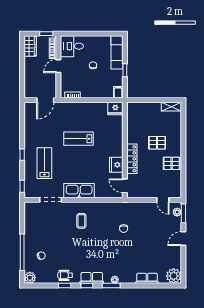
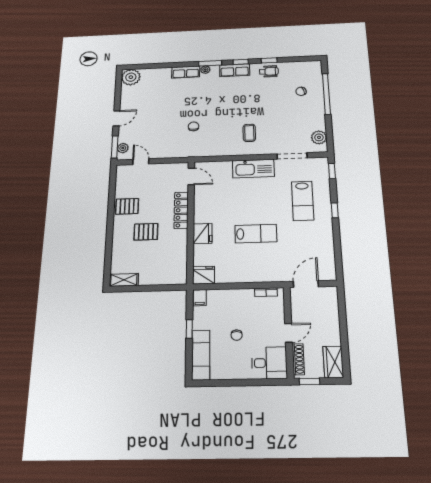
fridge: (116, 165) -> (203, 233), moved
plant: (30, 278) -> (319, 137), moved
row of seats: (147, 278) -> (186, 72), moved

